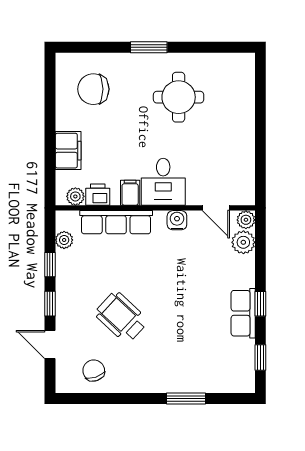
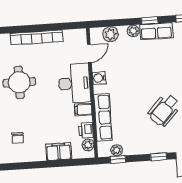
chair: (93, 89) -> (18, 138), width x0.54, depth x0.54
bookcase: (246, 128) -> (37, 37), added
desk: (163, 182) -> (74, 83), width x1.37
plant: (246, 220) -> (133, 31), moved
window: (50, 265) -> (118, 159), moved

